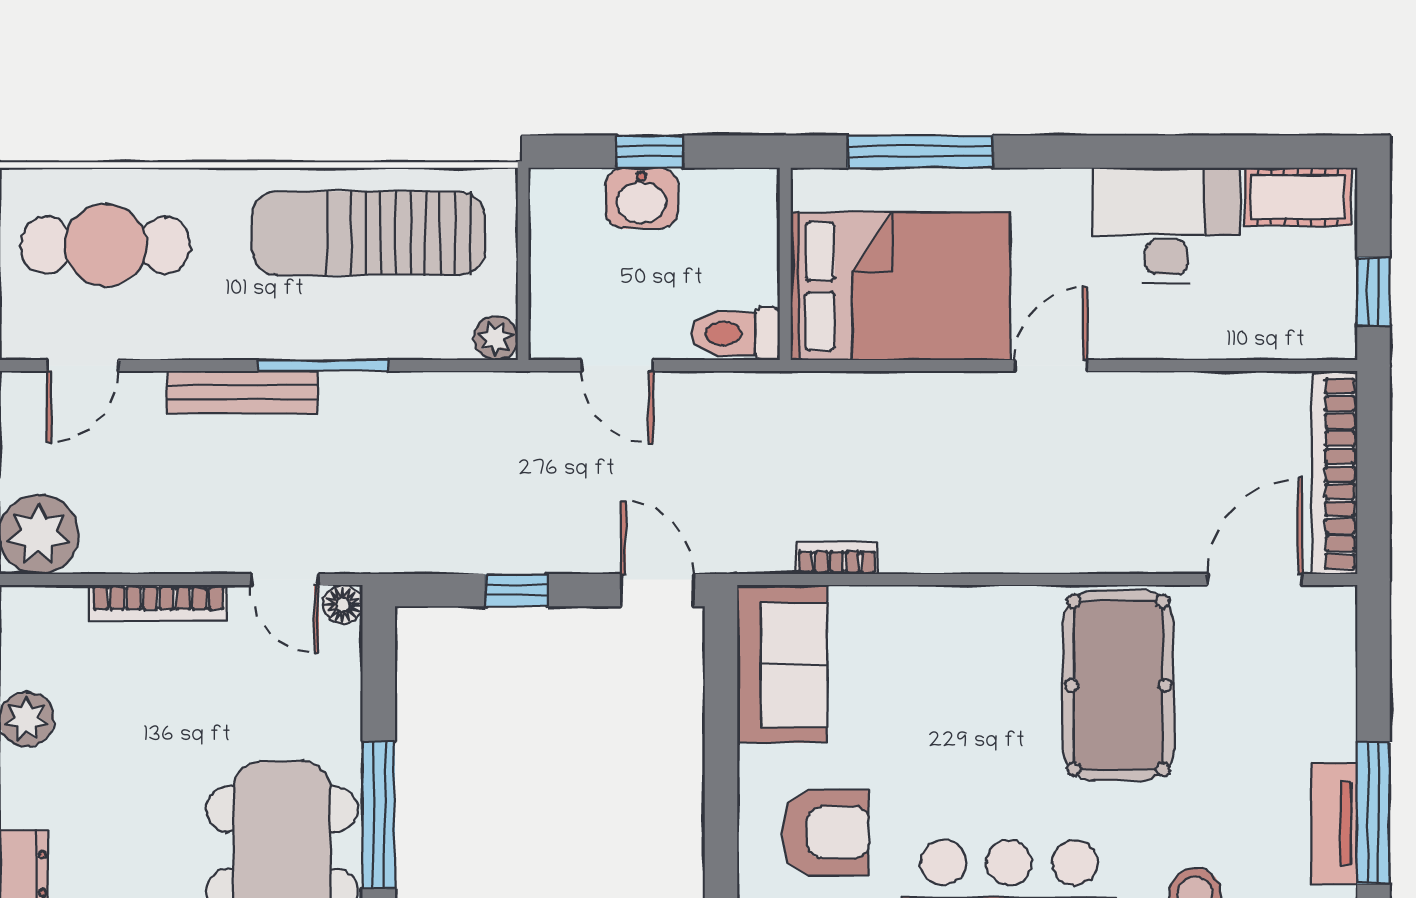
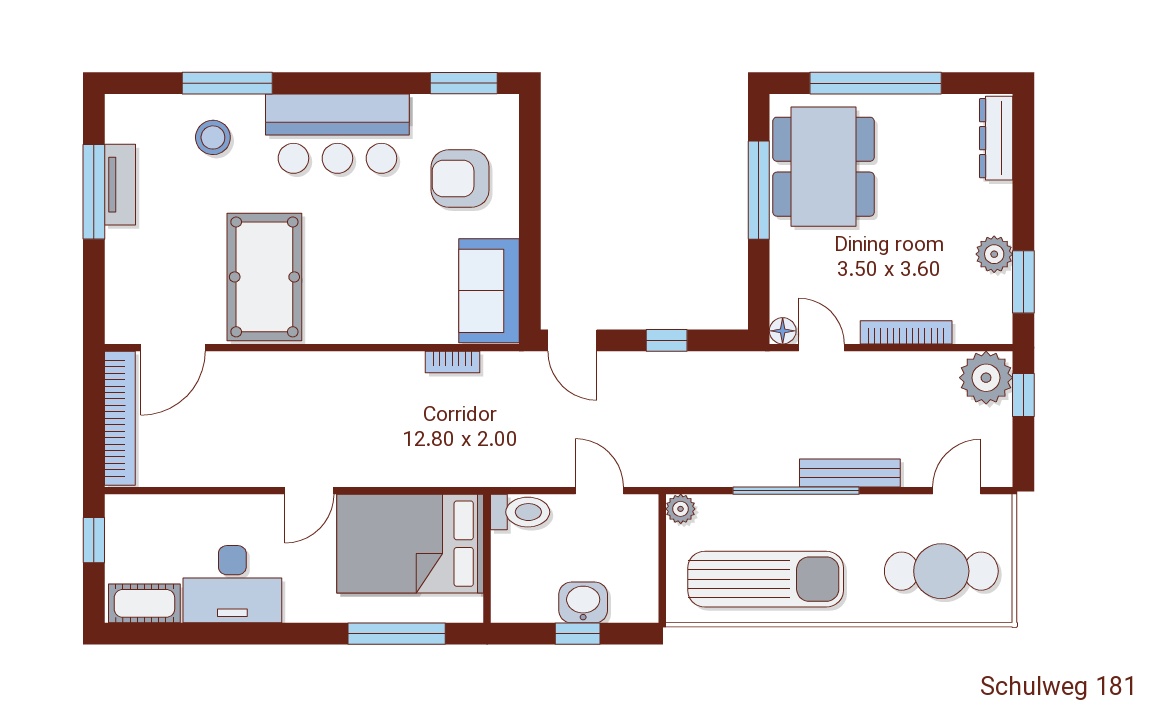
window: (323, 366) -> (796, 491), width x1.46

